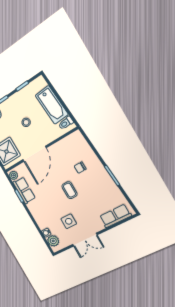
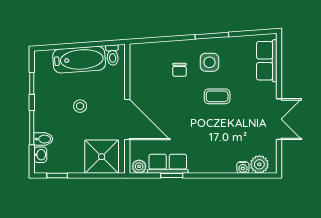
coffee table: (70, 190) -> (217, 96), moved
side table: (69, 221) -> (209, 62), moved

